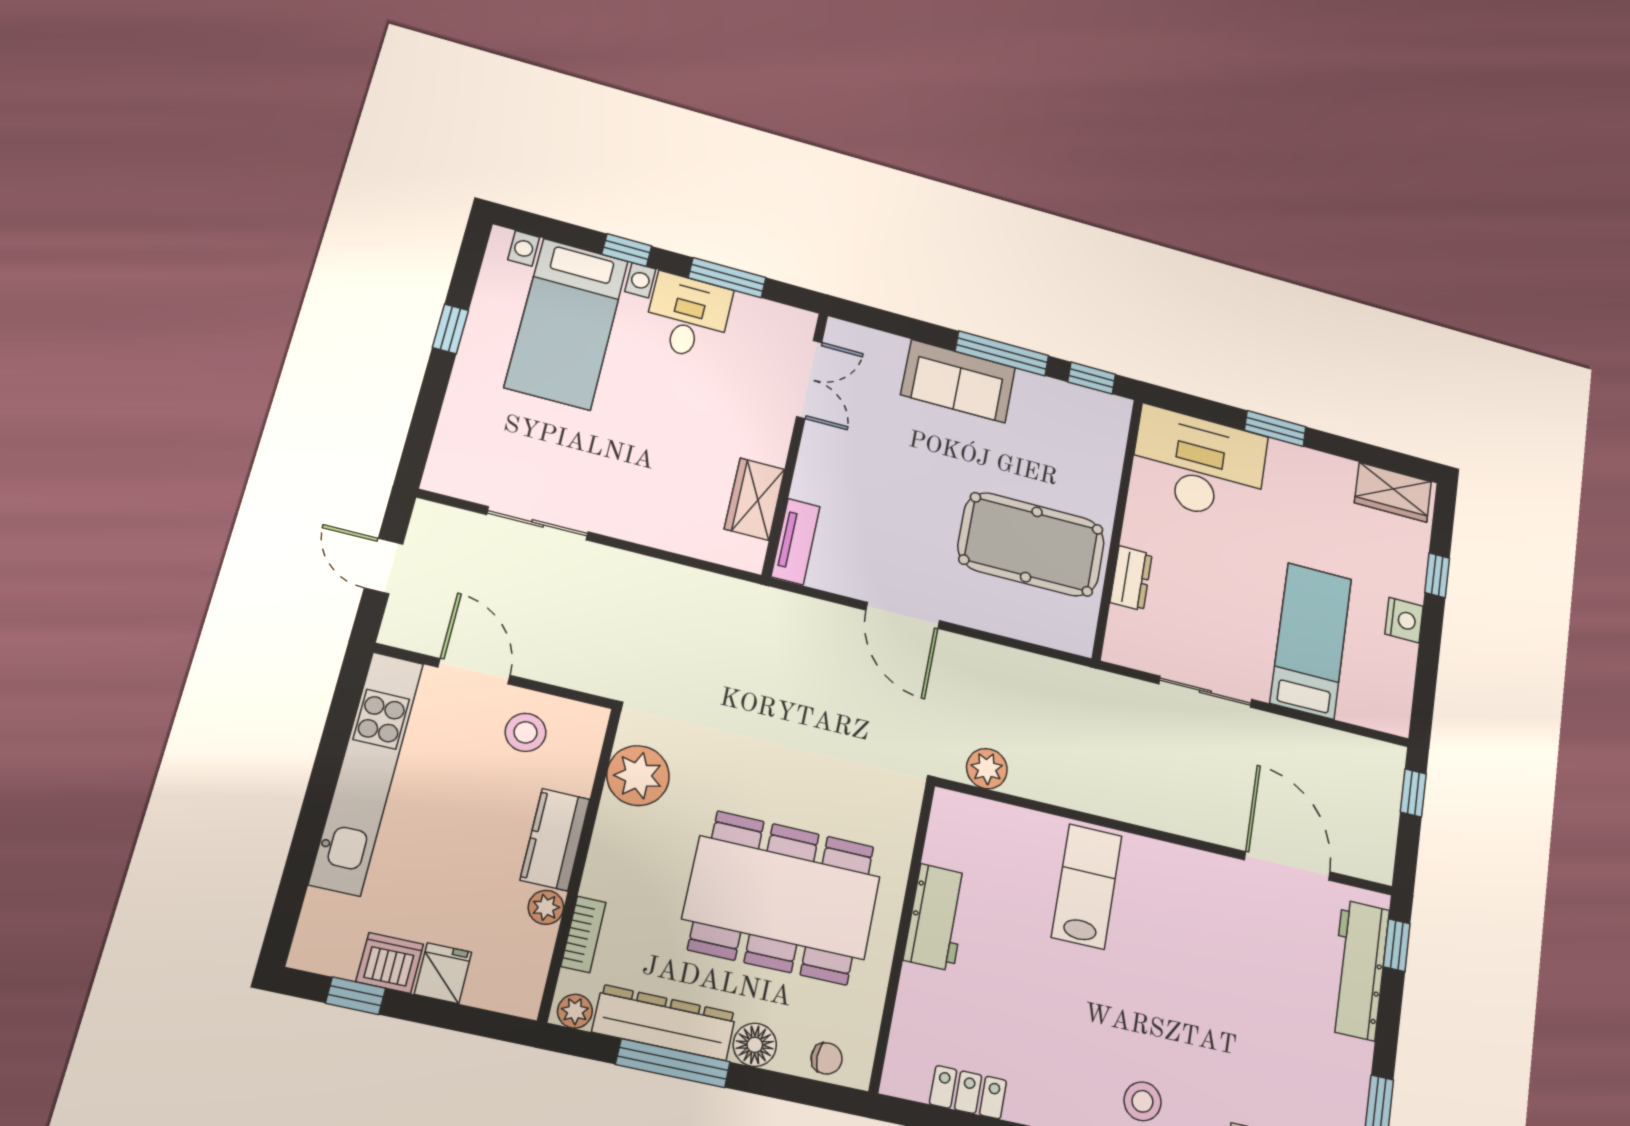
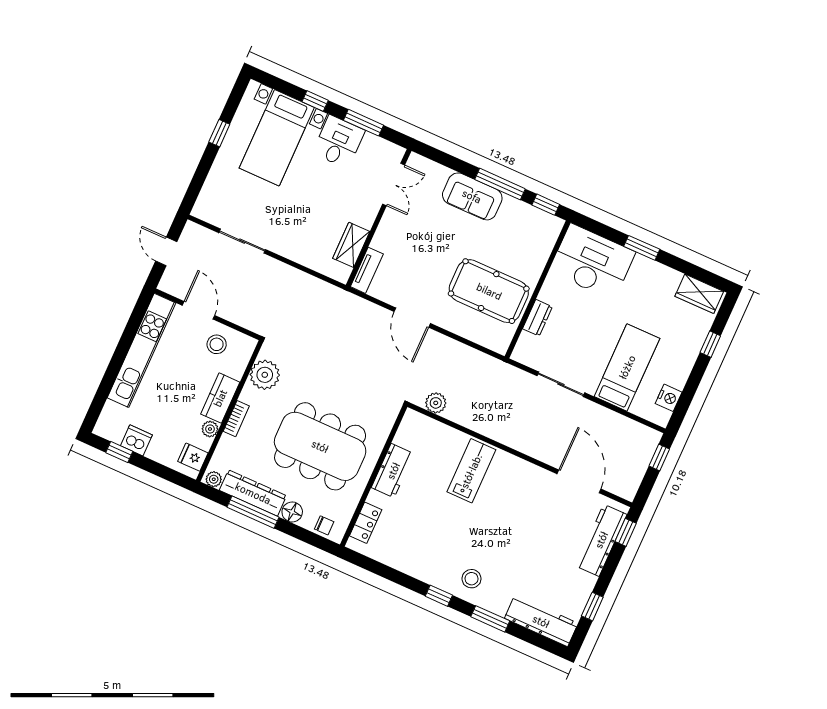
nightstand: (1404, 620) -> (669, 398), moved
bookcase: (583, 934) -> (236, 419), moved
fridge: (443, 973) -> (193, 457), moved, turned -90
locker: (968, 1092) -> (366, 523), moved, turned 90

